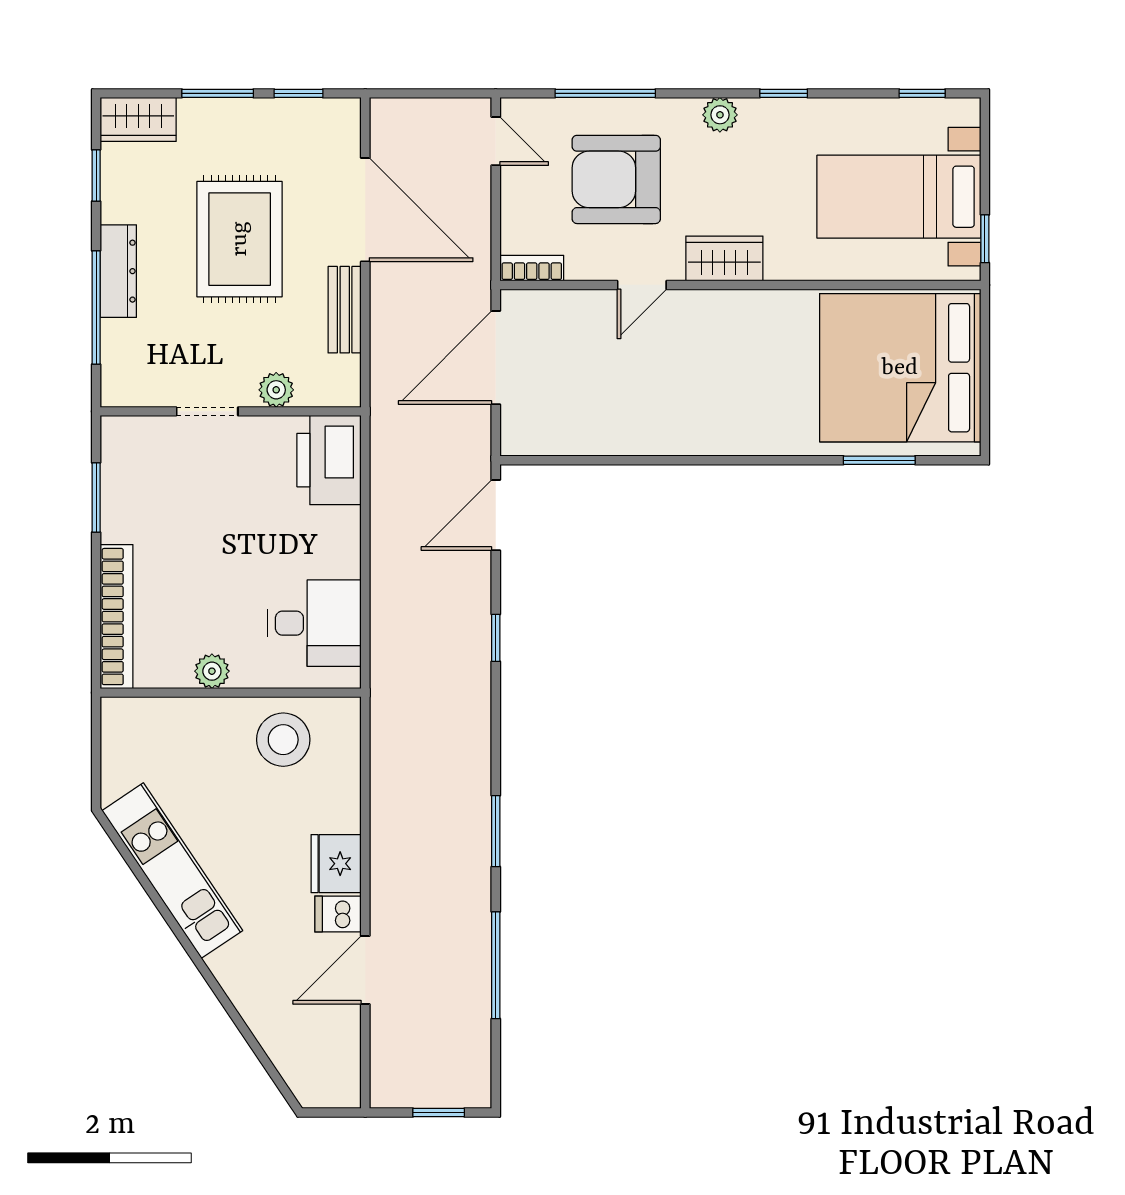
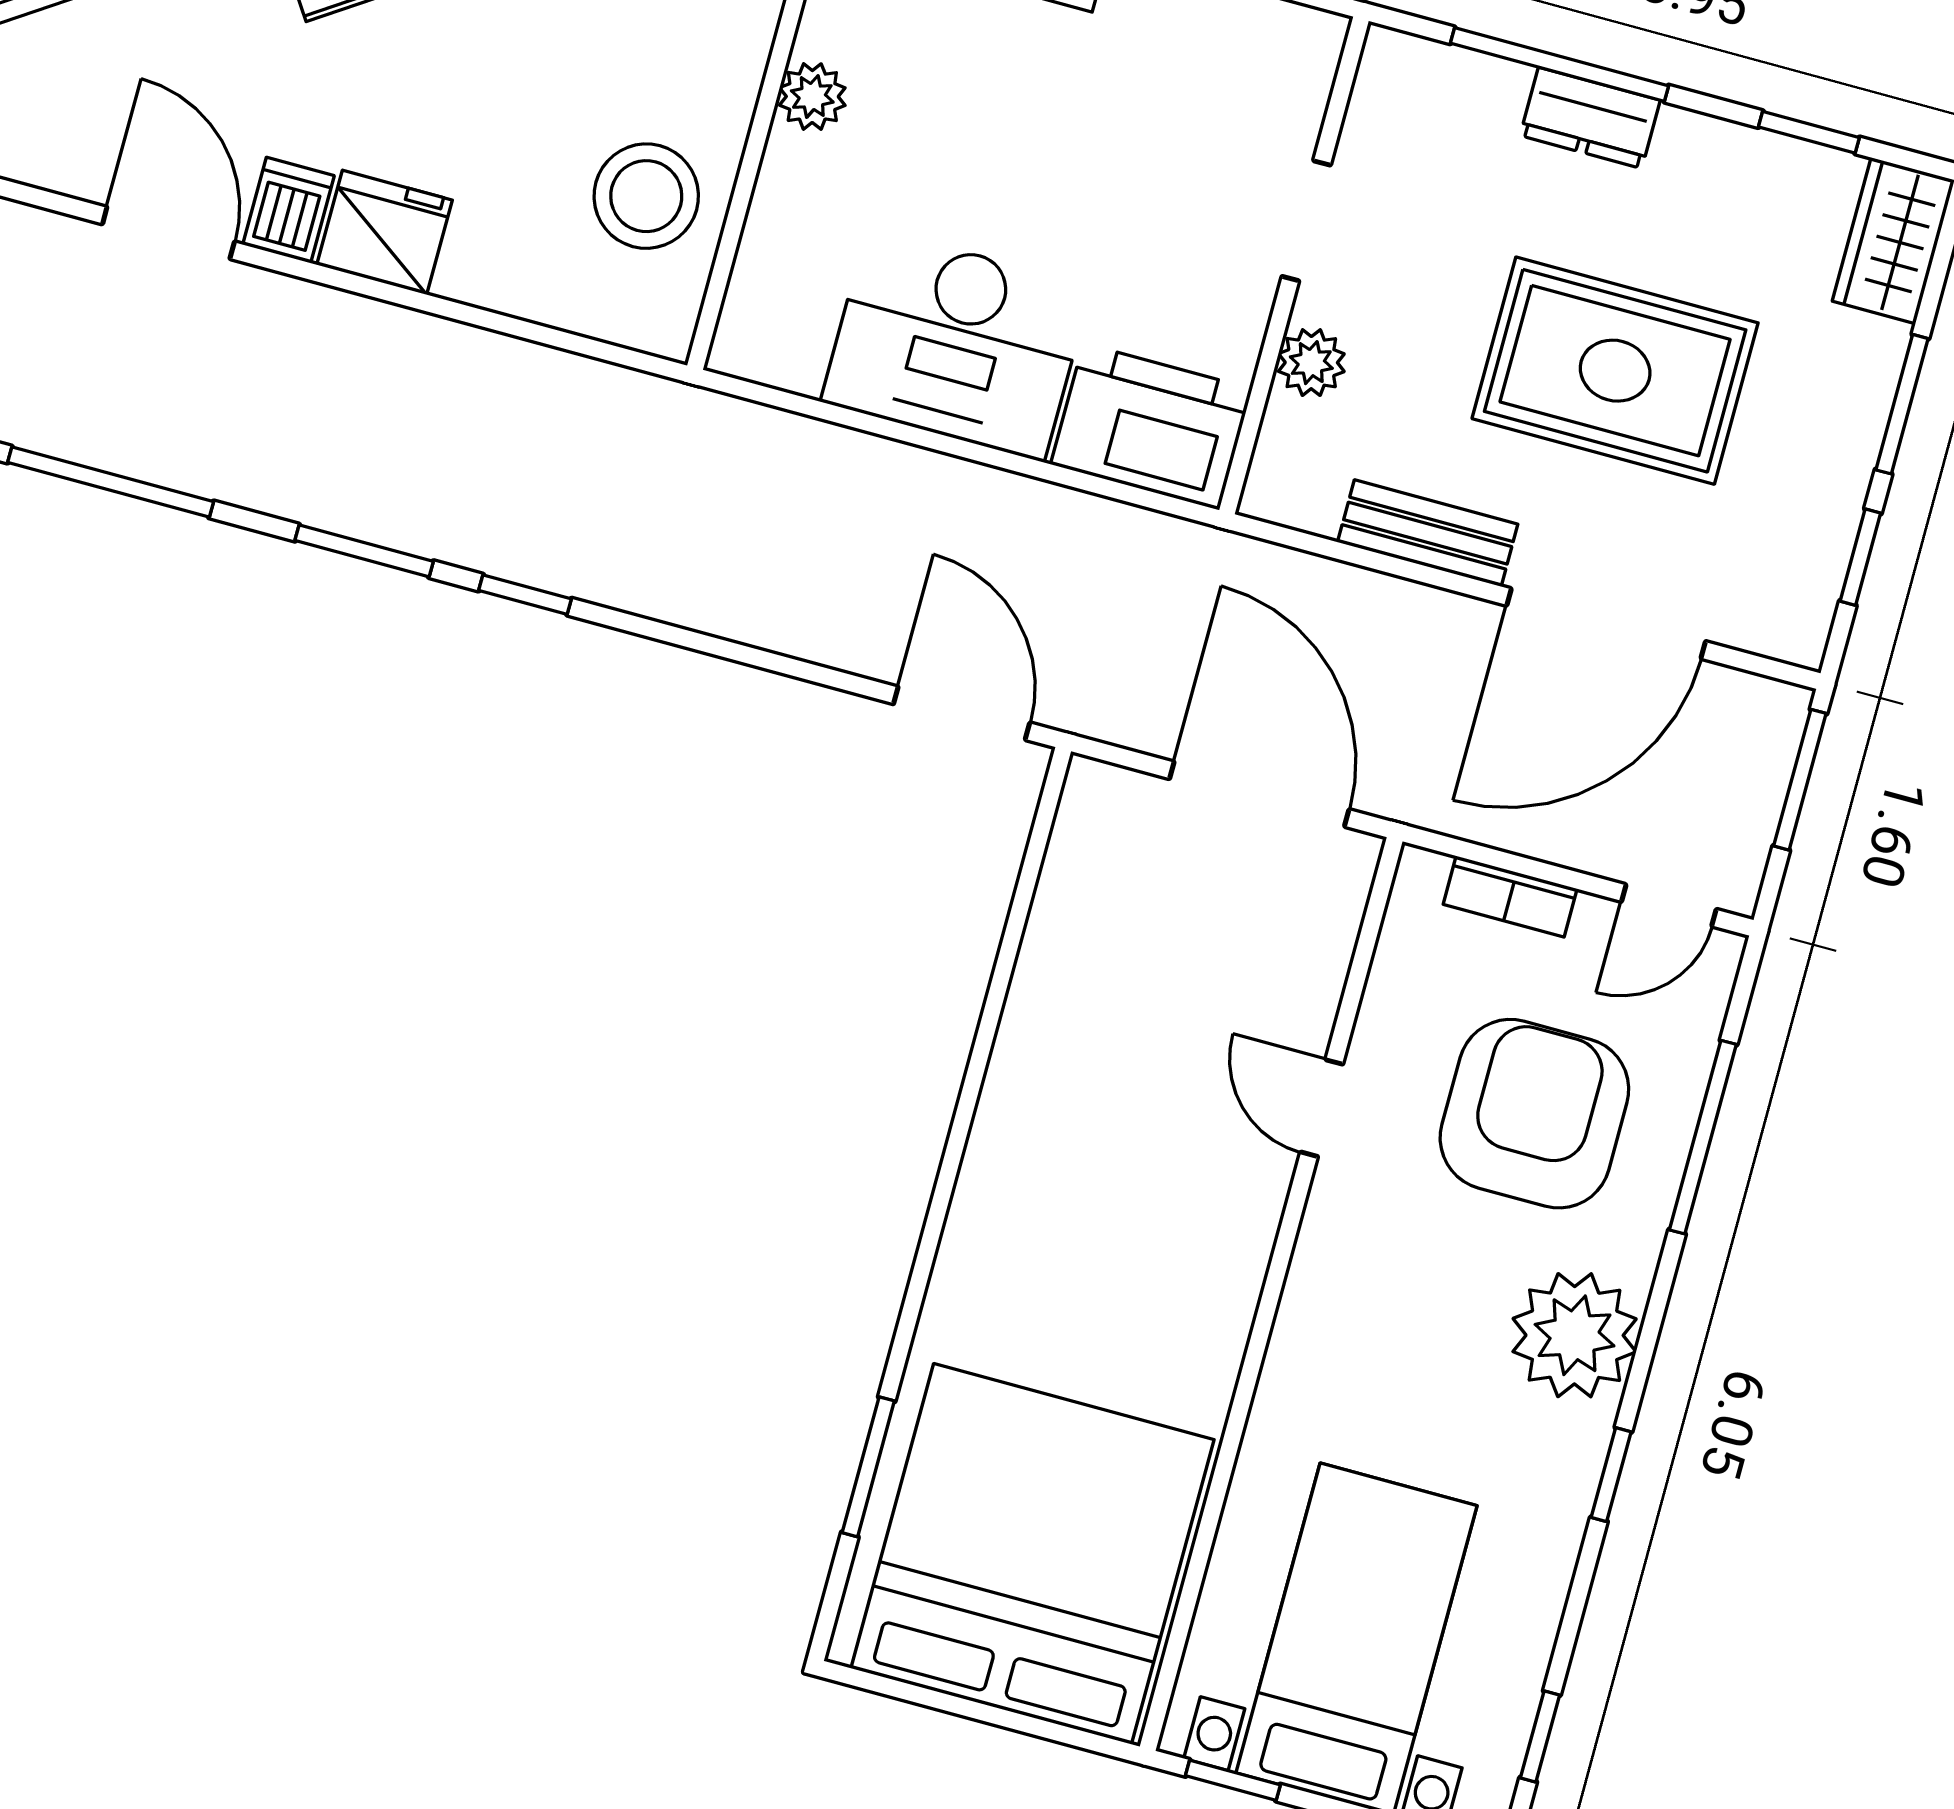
window: (416, 93) -> (1800, 780), added
plant: (720, 115) -> (1575, 1335), width x1.88, depth x1.88
wardrobe: (724, 258) -> (1329, 1278), removed
bookcase: (532, 268) -> (1510, 897), moved, turned 90
dresser: (118, 271) -> (1590, 118), width x0.70
desk: (315, 623) -> (956, 344), moved, width x1.37
window: (496, 638) -> (525, 595), moved

